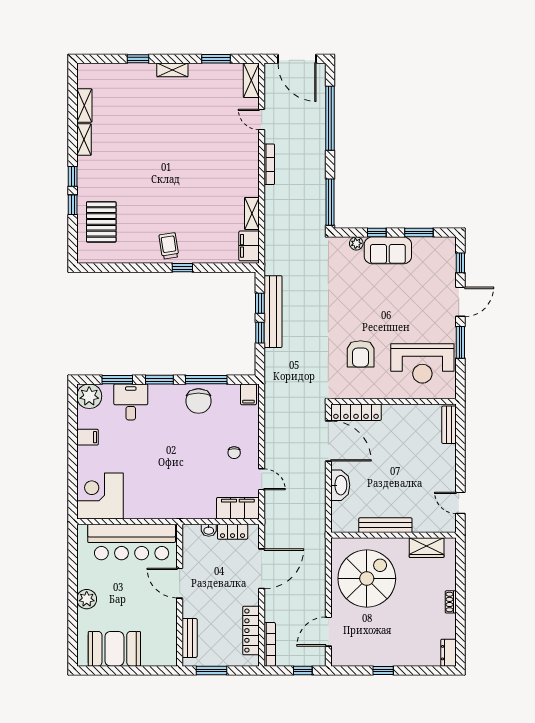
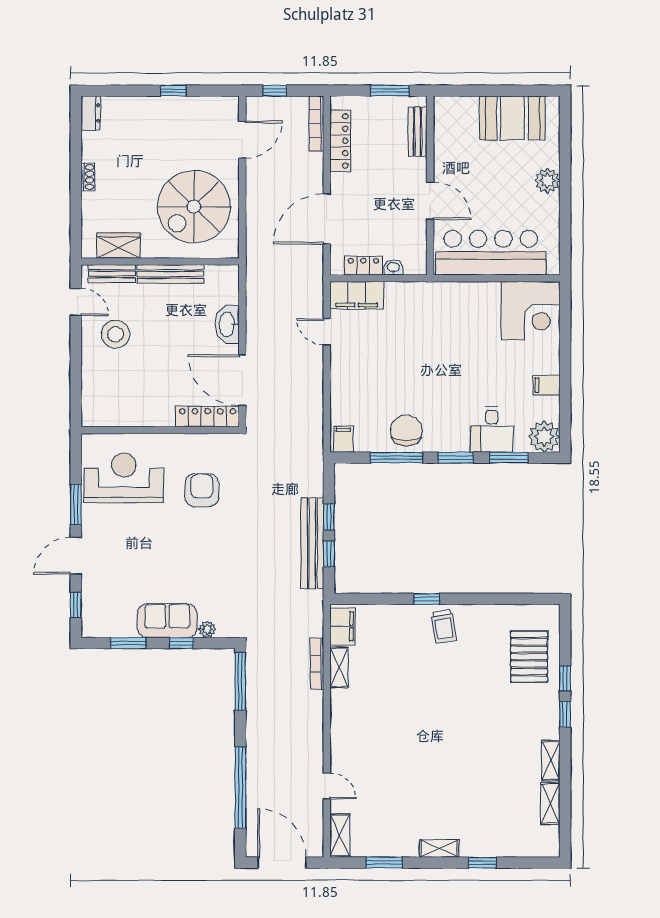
bookcase: (269, 164) -> (317, 664), moved
bench: (449, 425) -> (112, 274), moved, turned 90
chair: (234, 453) -> (361, 365), removed
stool: (429, 477) -> (116, 334), added

